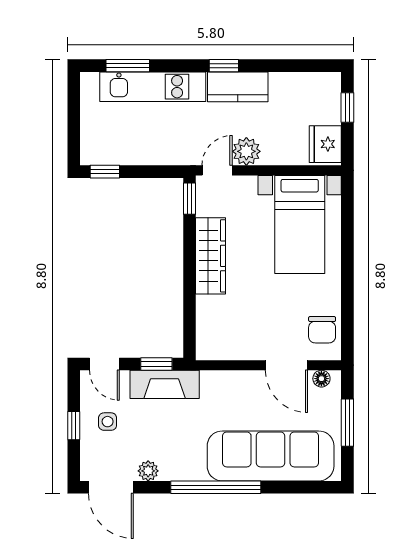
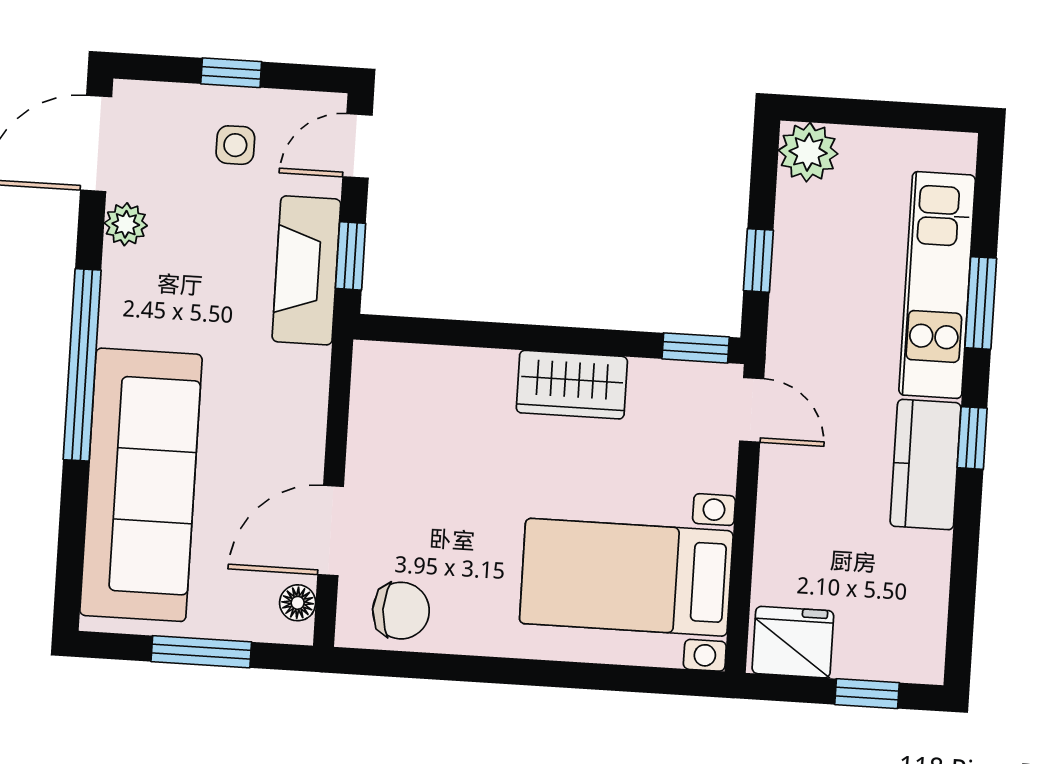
window: (128, 66) -> (981, 303), moved
plant: (246, 151) -> (808, 152), moved
window: (105, 172) -> (758, 260), moved
wardrobe: (211, 256) -> (572, 385), width x0.67
chair: (322, 330) -> (401, 611), turned 180

